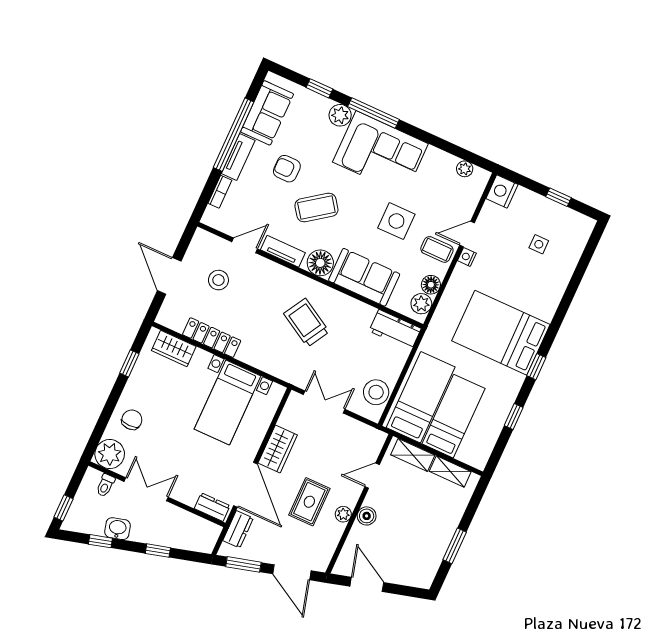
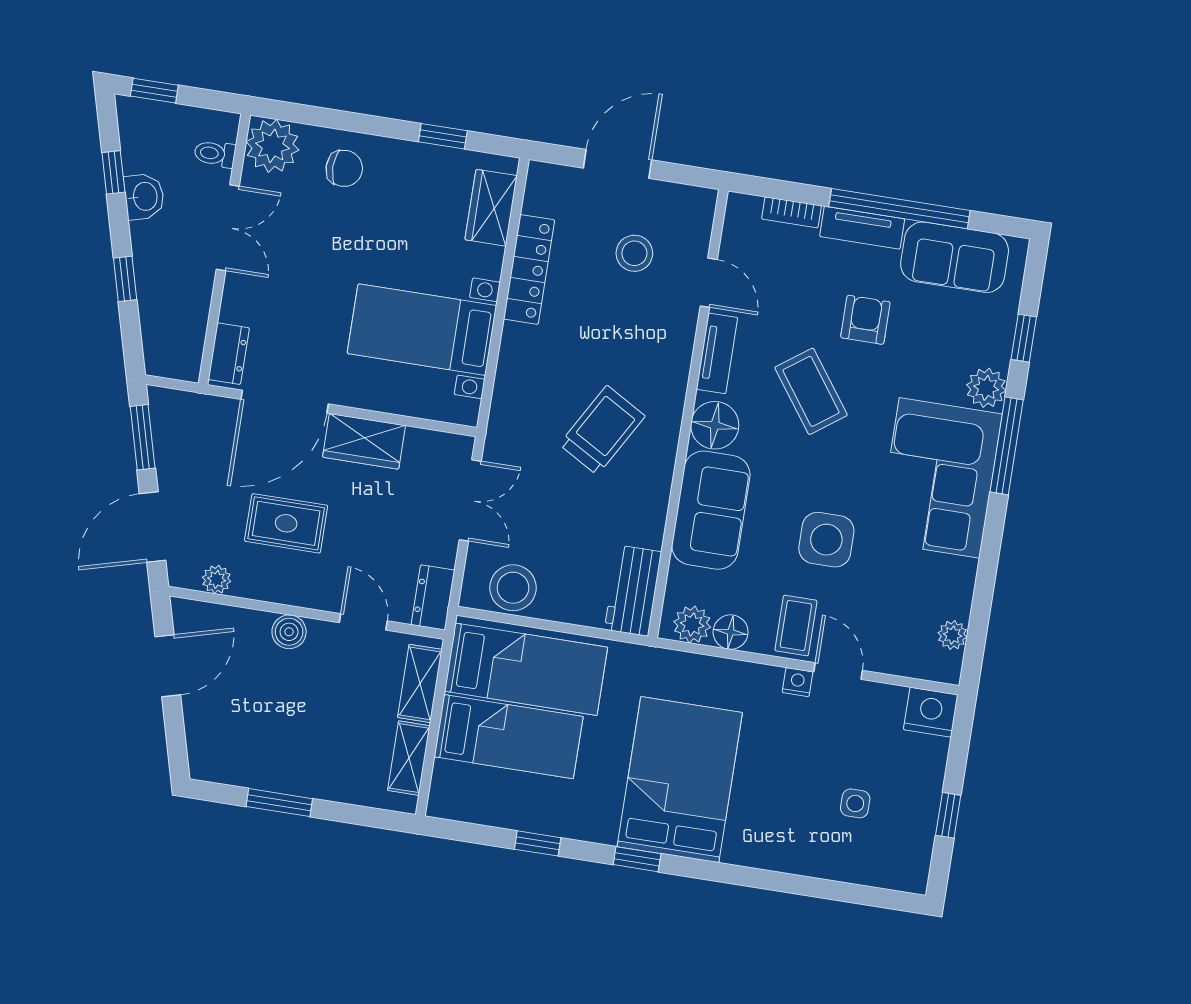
plant: (343, 514) -> (217, 579), moved
dresser: (238, 529) -> (433, 597), moved, turned 90

